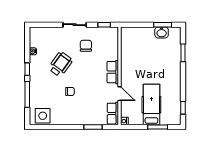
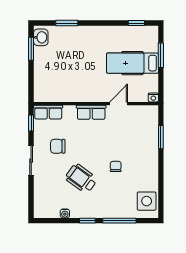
washbasin: (162, 32) -> (41, 37), moved
row of seats: (113, 114) -> (48, 112), moved

